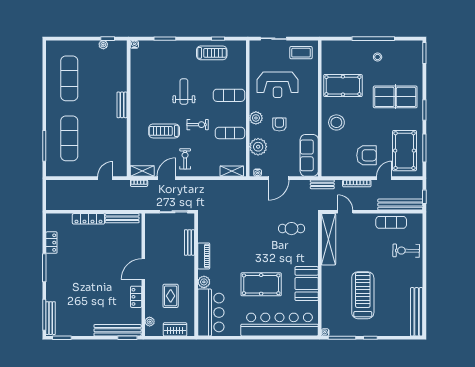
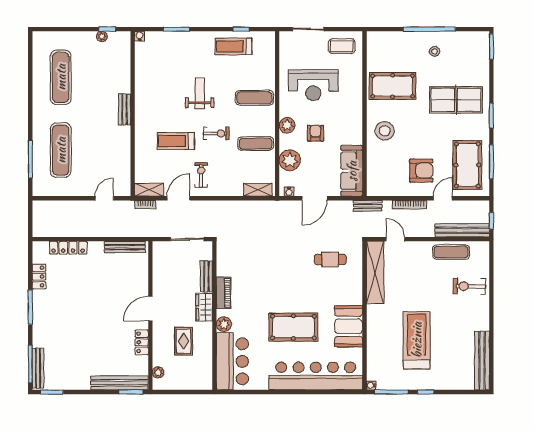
treadmill: (212, 53) -> (233, 46), turned 180
locker: (88, 219) -> (68, 248), moved
wardrobe: (175, 329) -> (204, 307), moved, turned -90

